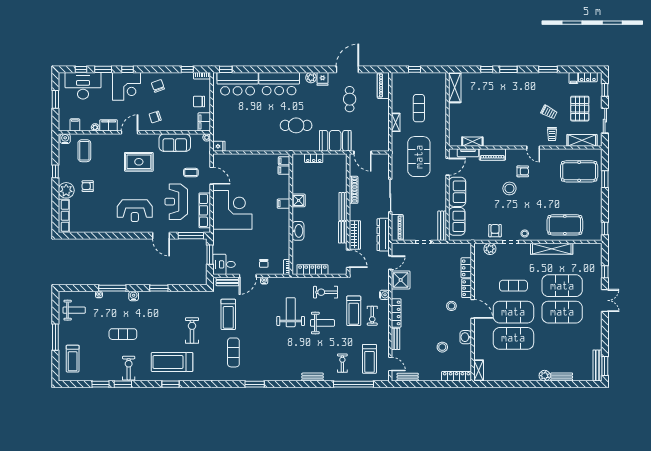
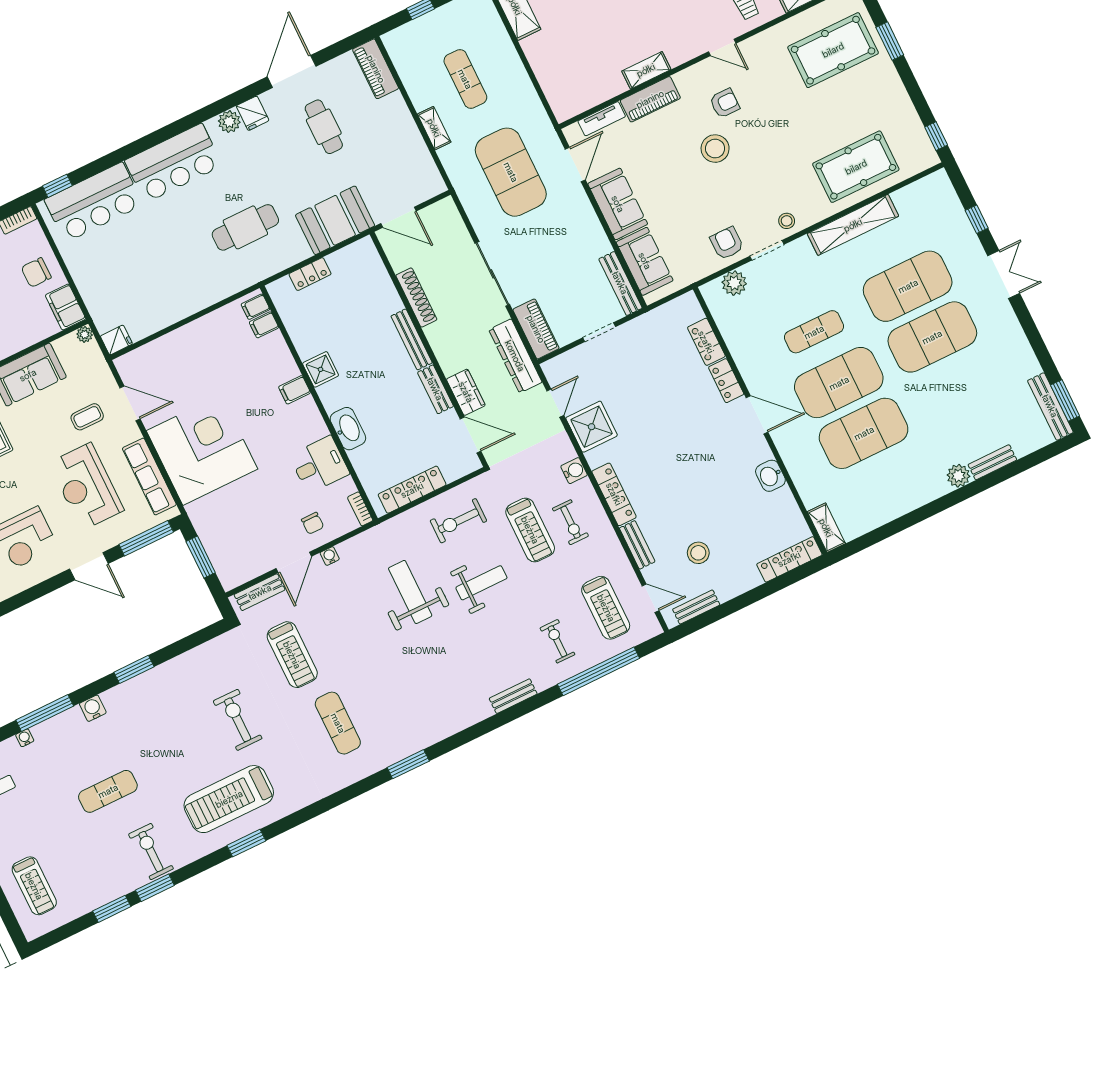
shelving: (472, 142) -> (646, 70), moved
wardrobe: (355, 235) -> (466, 392), width x0.67
desk: (224, 264) -> (319, 465), moved, turned 180
stool: (451, 306) -> (714, 429), removed
stool: (442, 347) -> (698, 553), moved

